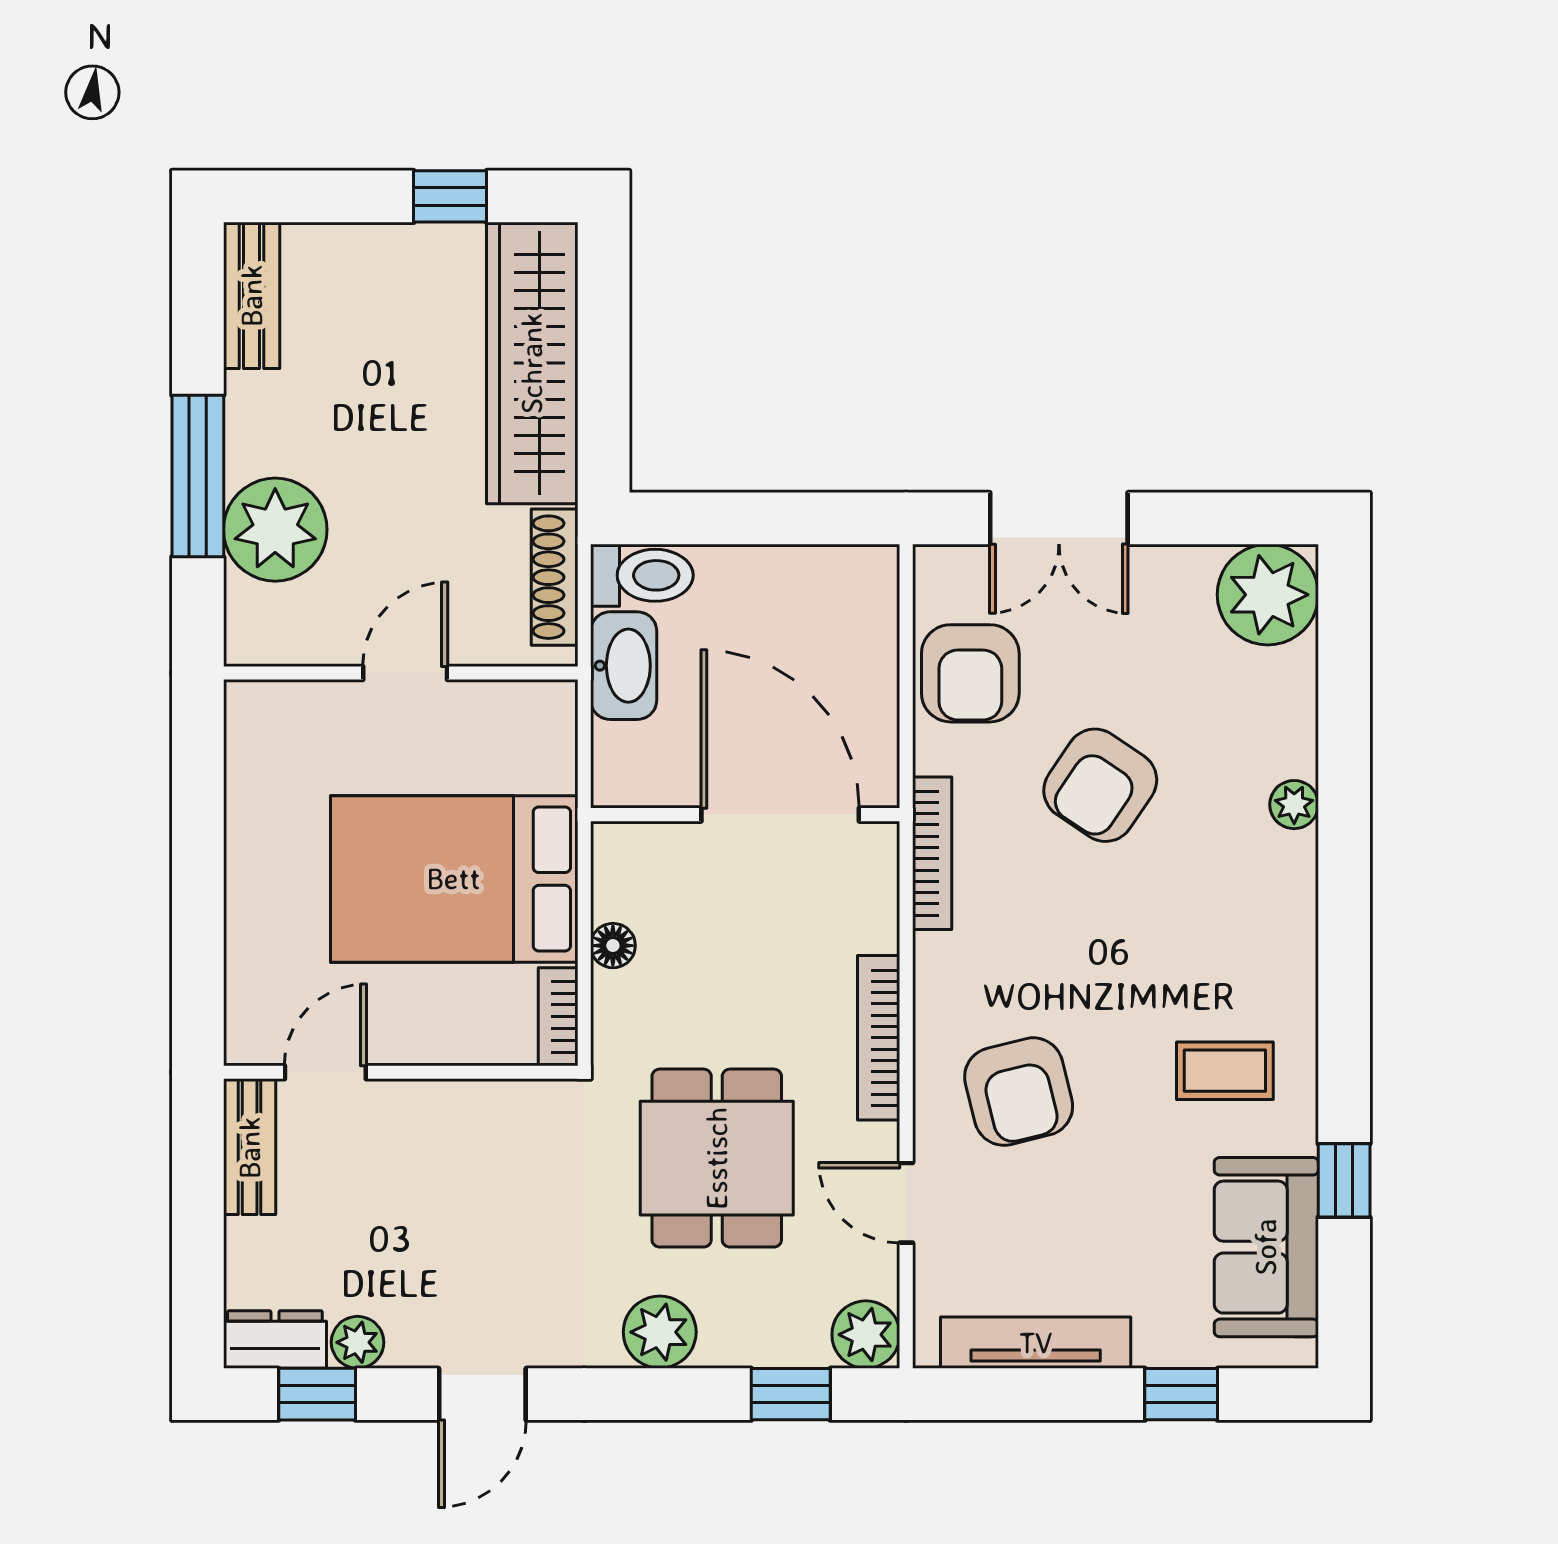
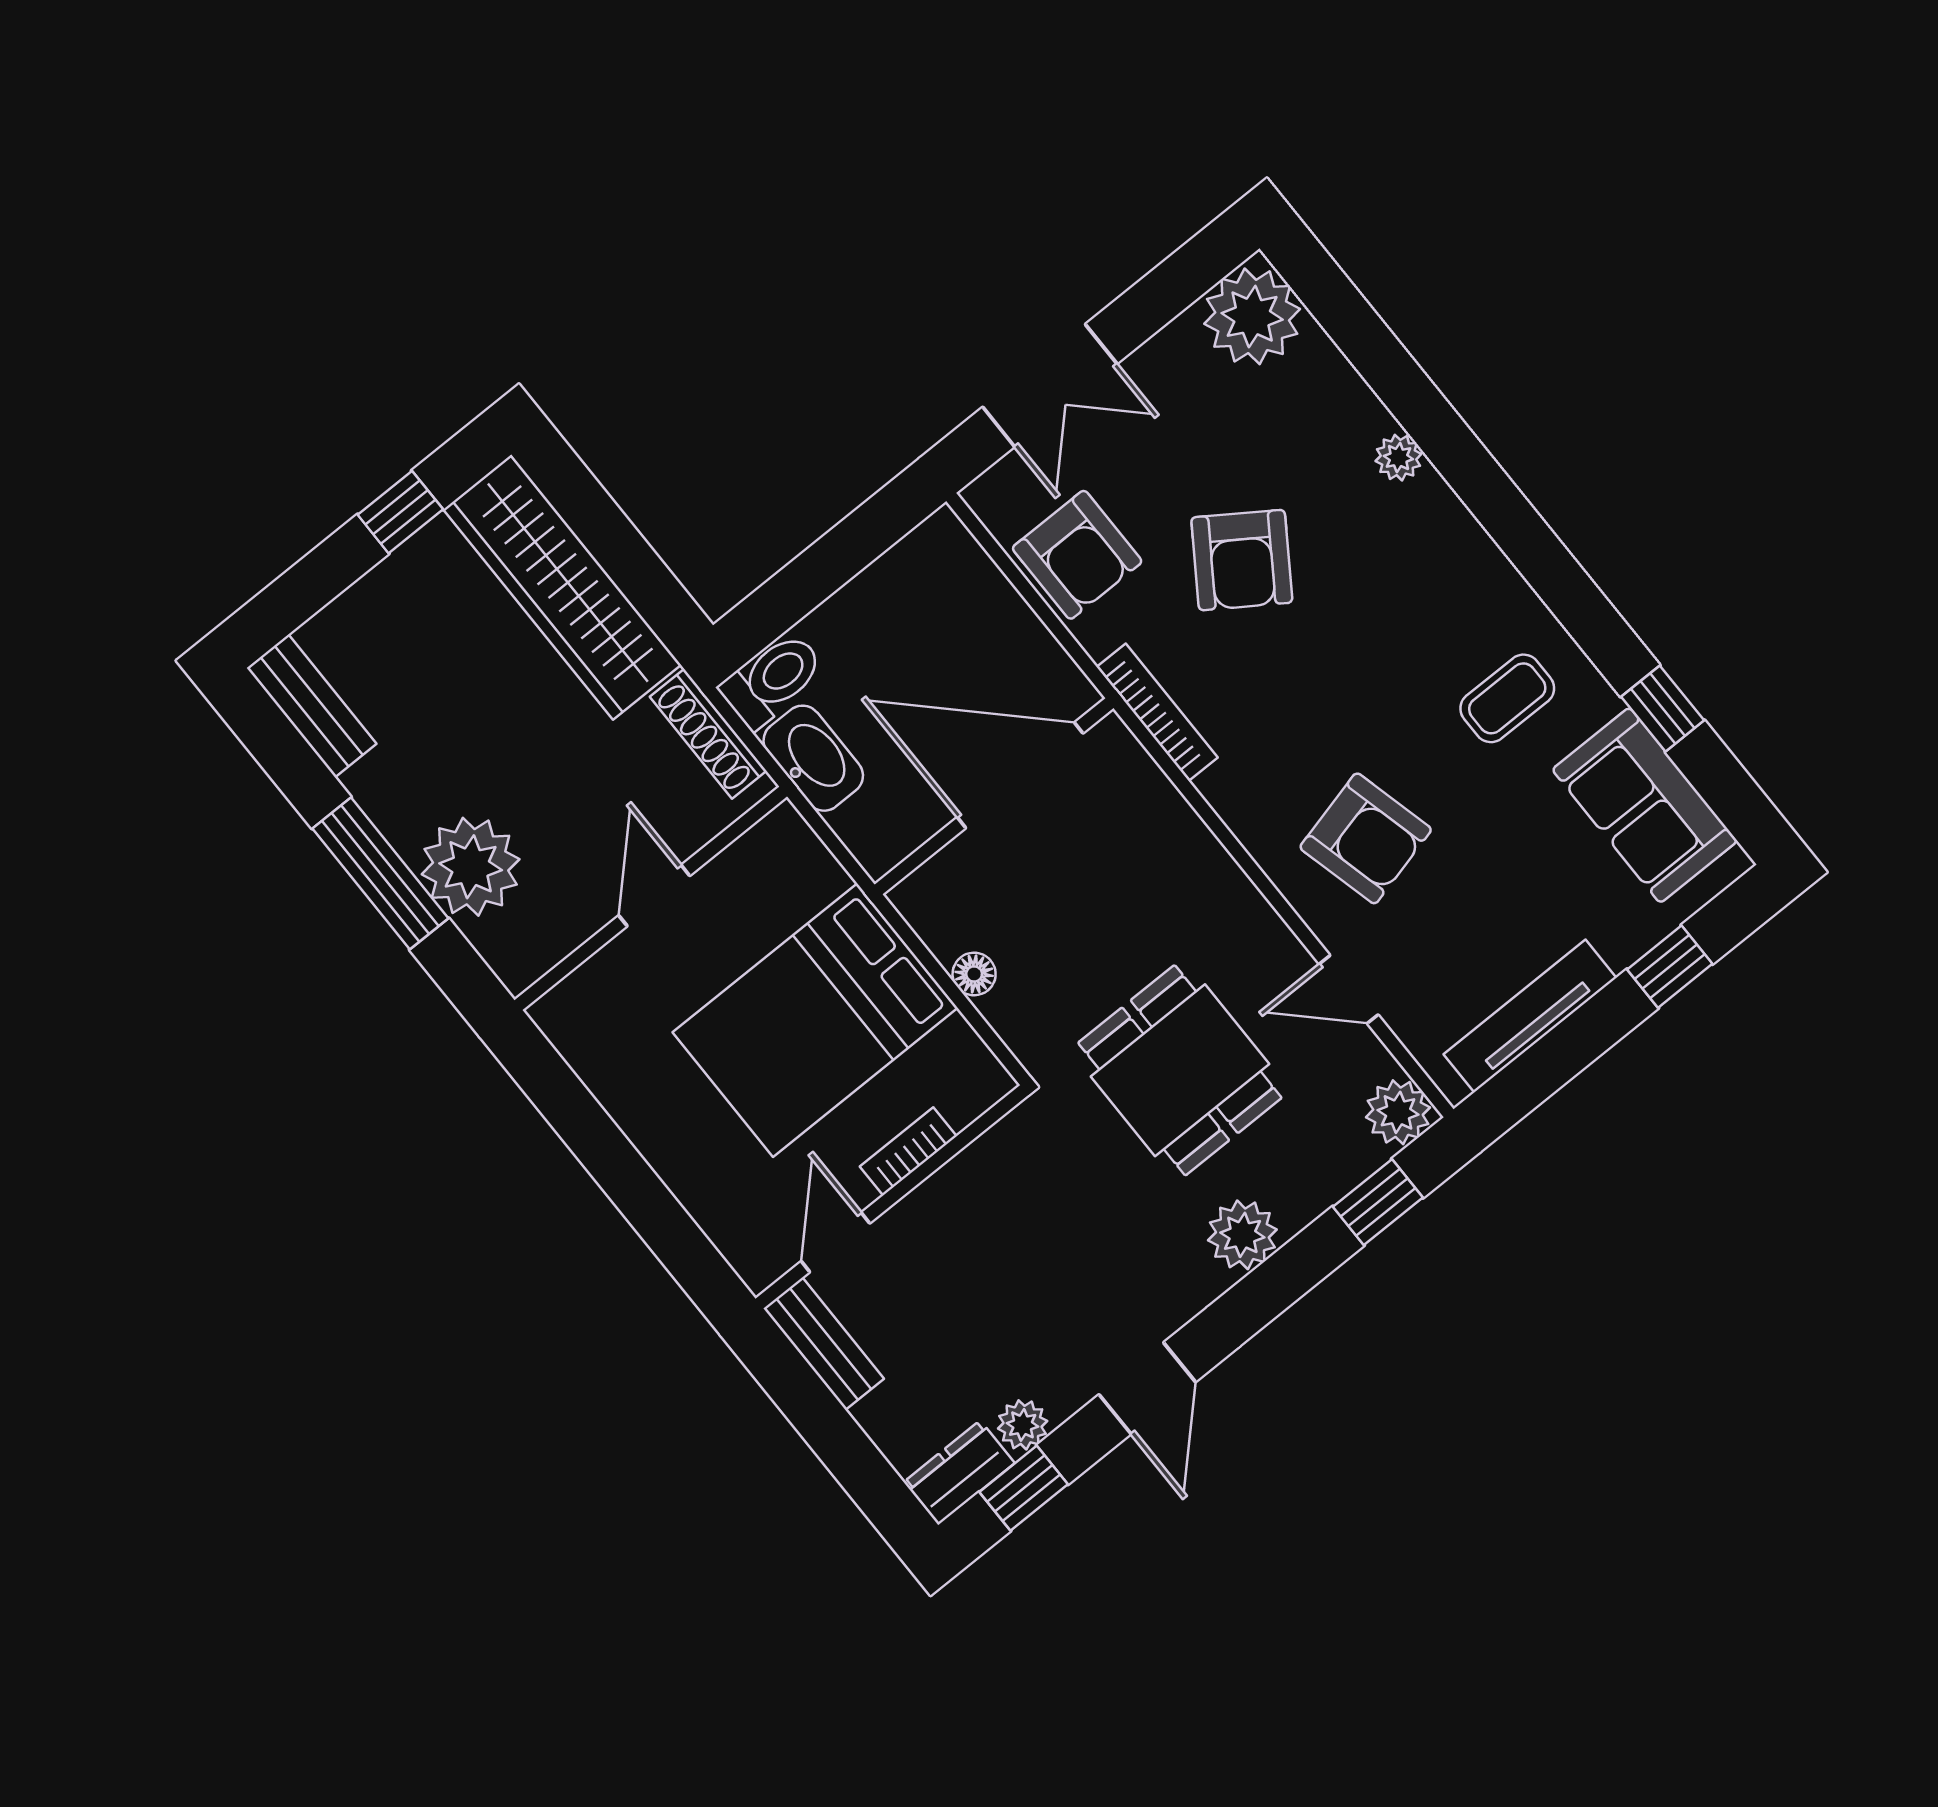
bookcase: (558, 1017) -> (908, 1151), moved, turned 90
bookcase: (879, 1038) -> (1228, 883), removed

